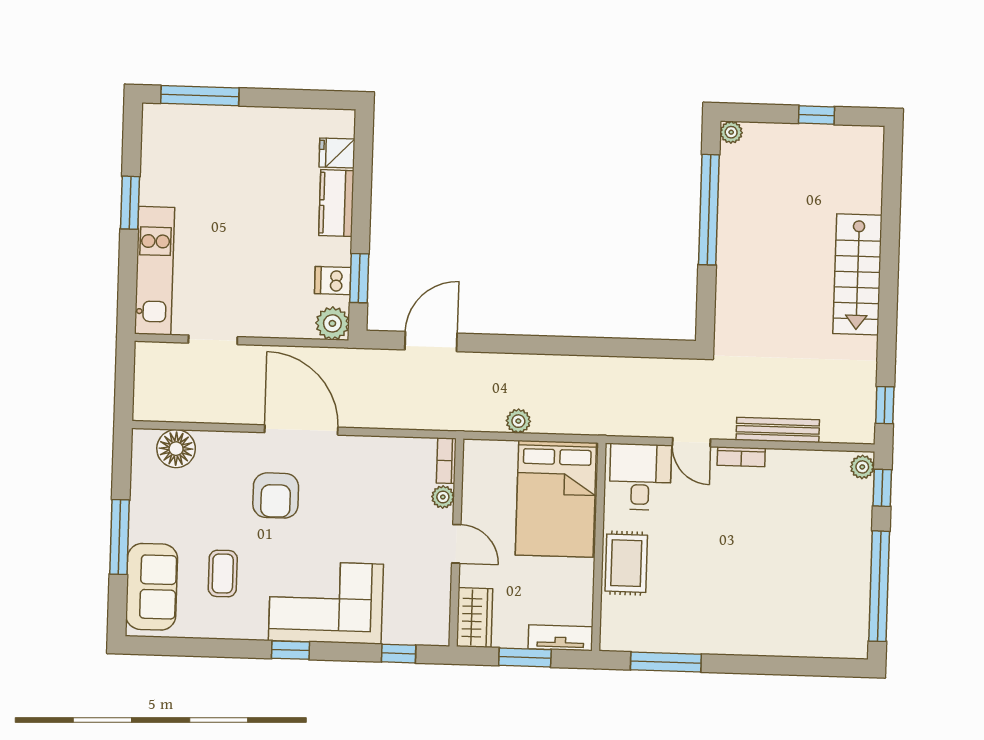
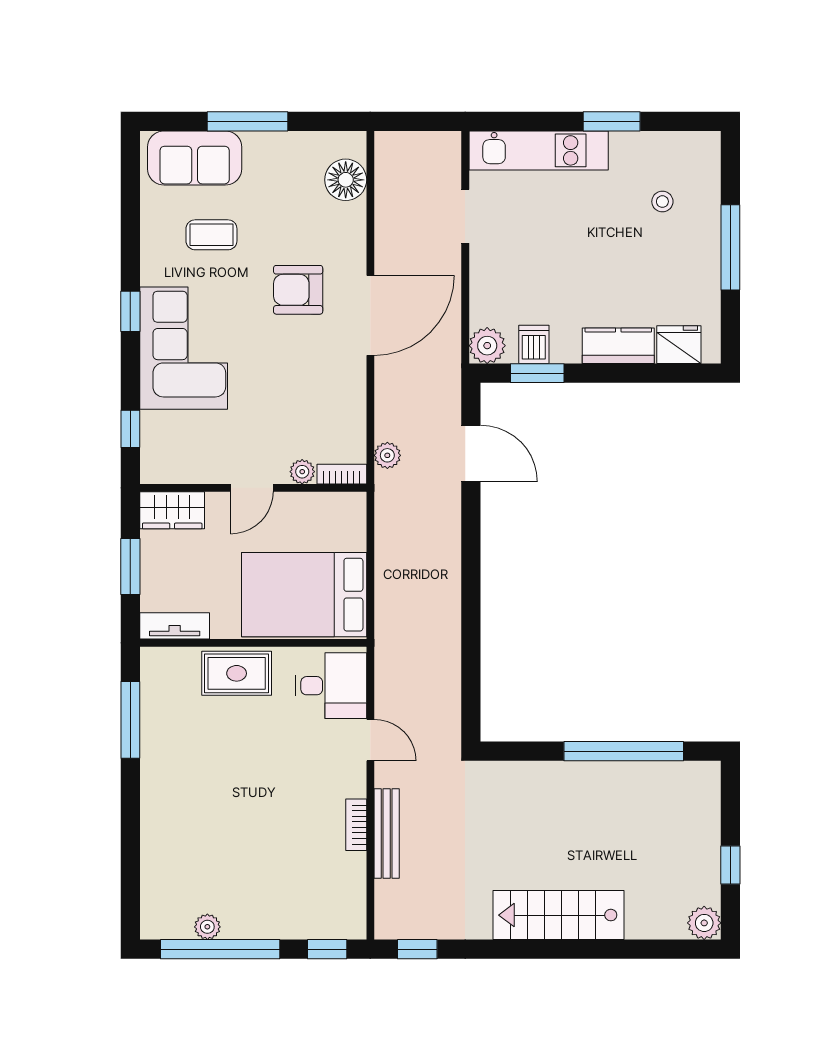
window: (200, 96) -> (730, 247), moved
plant: (731, 132) -> (704, 923), moved, width x1.38, depth x1.38
fridge: (337, 153) -> (679, 345), width x1.38
stool: (205, 158) -> (662, 202), added
plant: (518, 421) -> (387, 455), moved
door: (691, 442) -> (370, 740), swing flipped
bookcase: (741, 457) -> (356, 825), moved
plant: (862, 467) -> (207, 927), moved
tv unit: (560, 638) -> (175, 626), moved, turned -90

